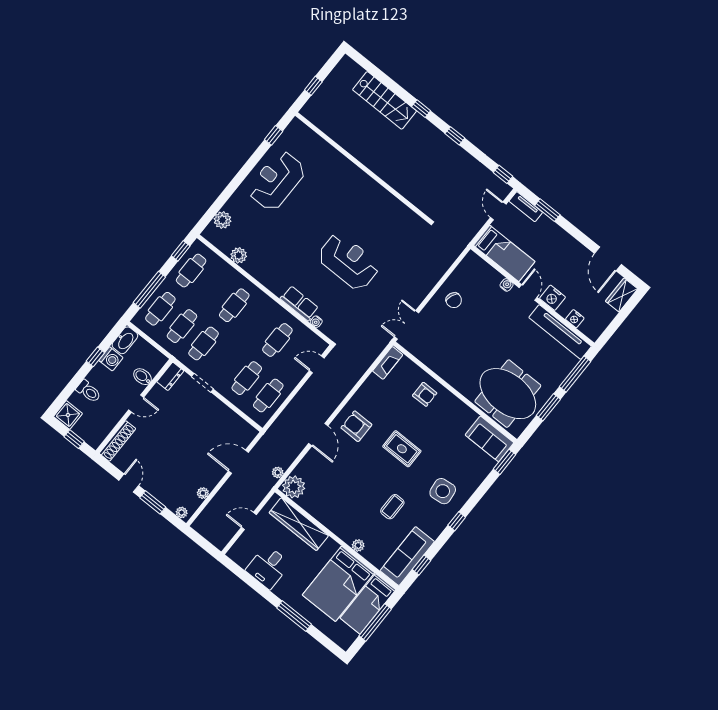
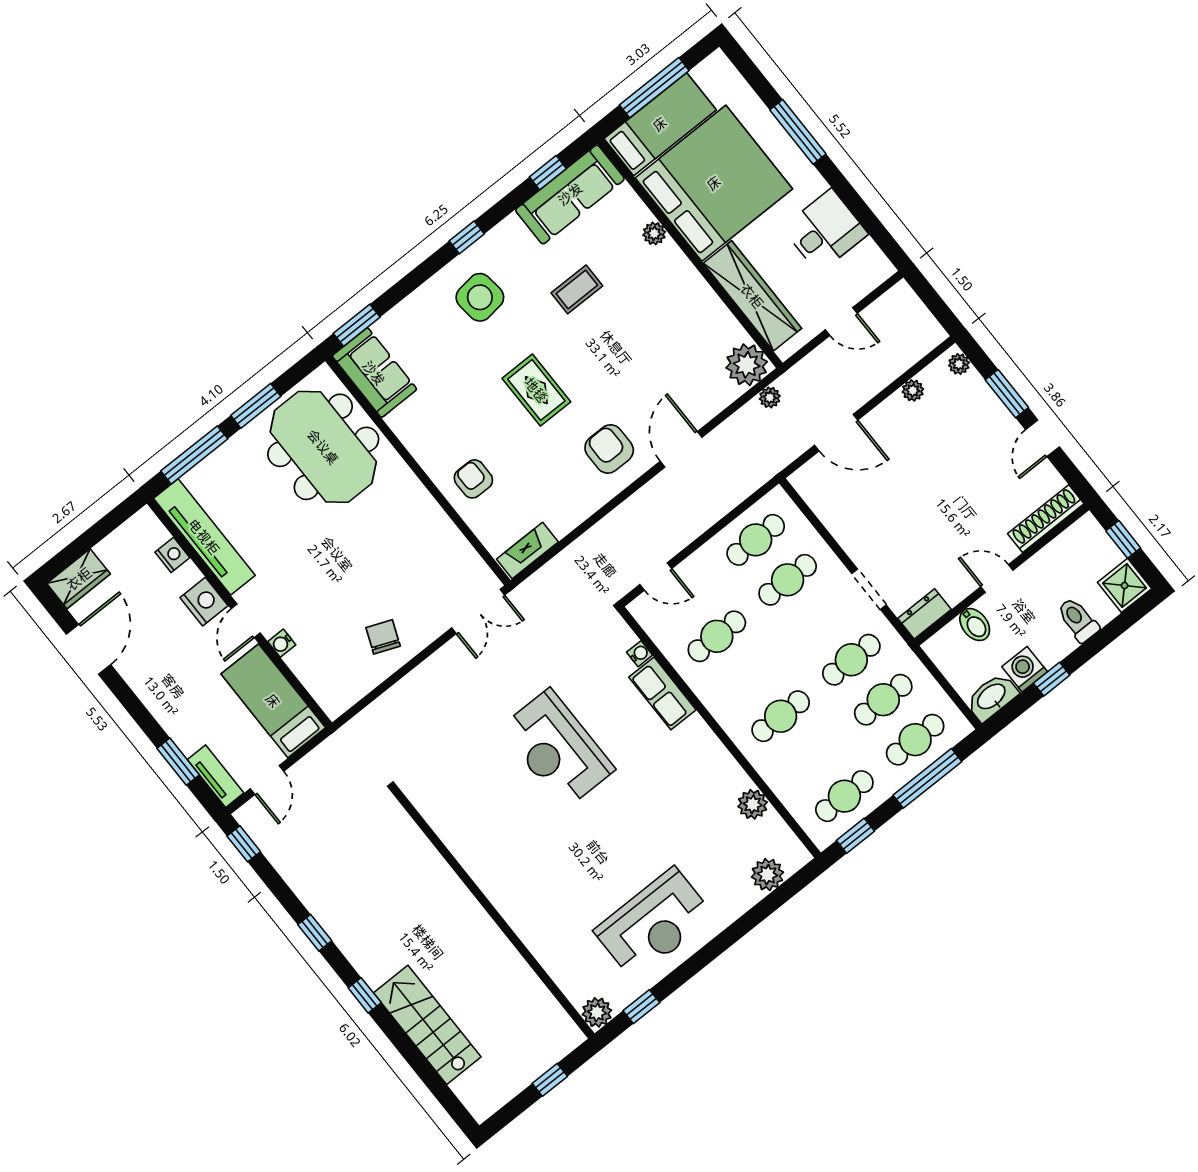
plant: (296, 127) -> (597, 1012), added
armchair: (356, 426) -> (609, 449), turned 180
bed: (338, 584) -> (714, 183), width x1.36

